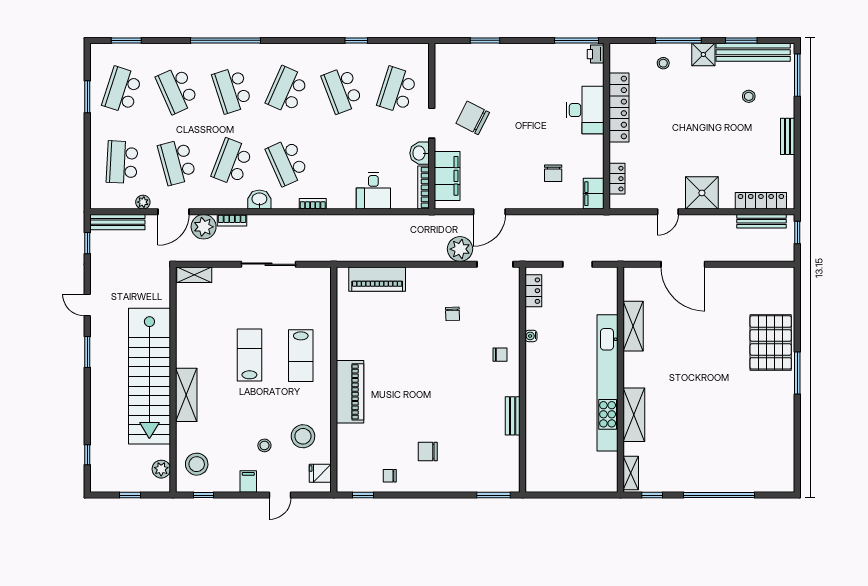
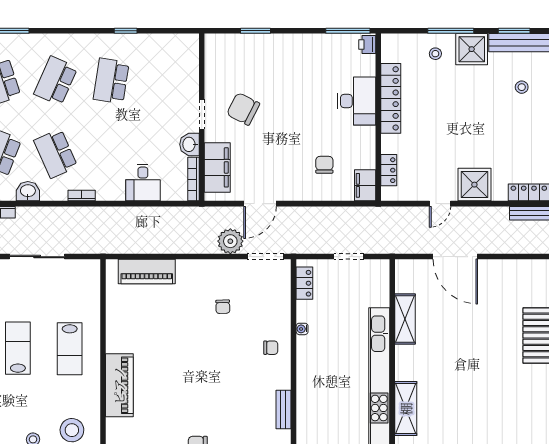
shower: (703, 54) -> (472, 49), width x1.36, depth x1.36
school desk: (342, 90) -> (111, 81), turned 30
school desk: (397, 90) -> (167, 81), removed
chair: (553, 173) -> (324, 165), turned 180

